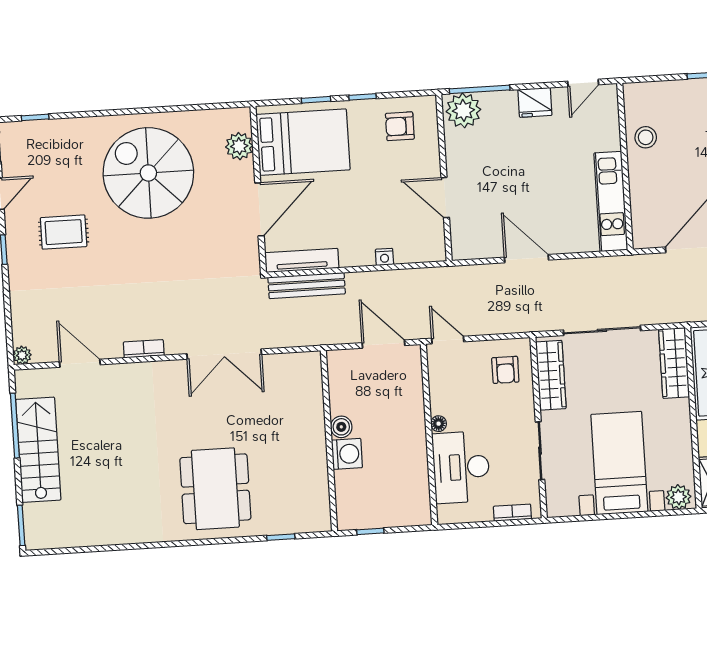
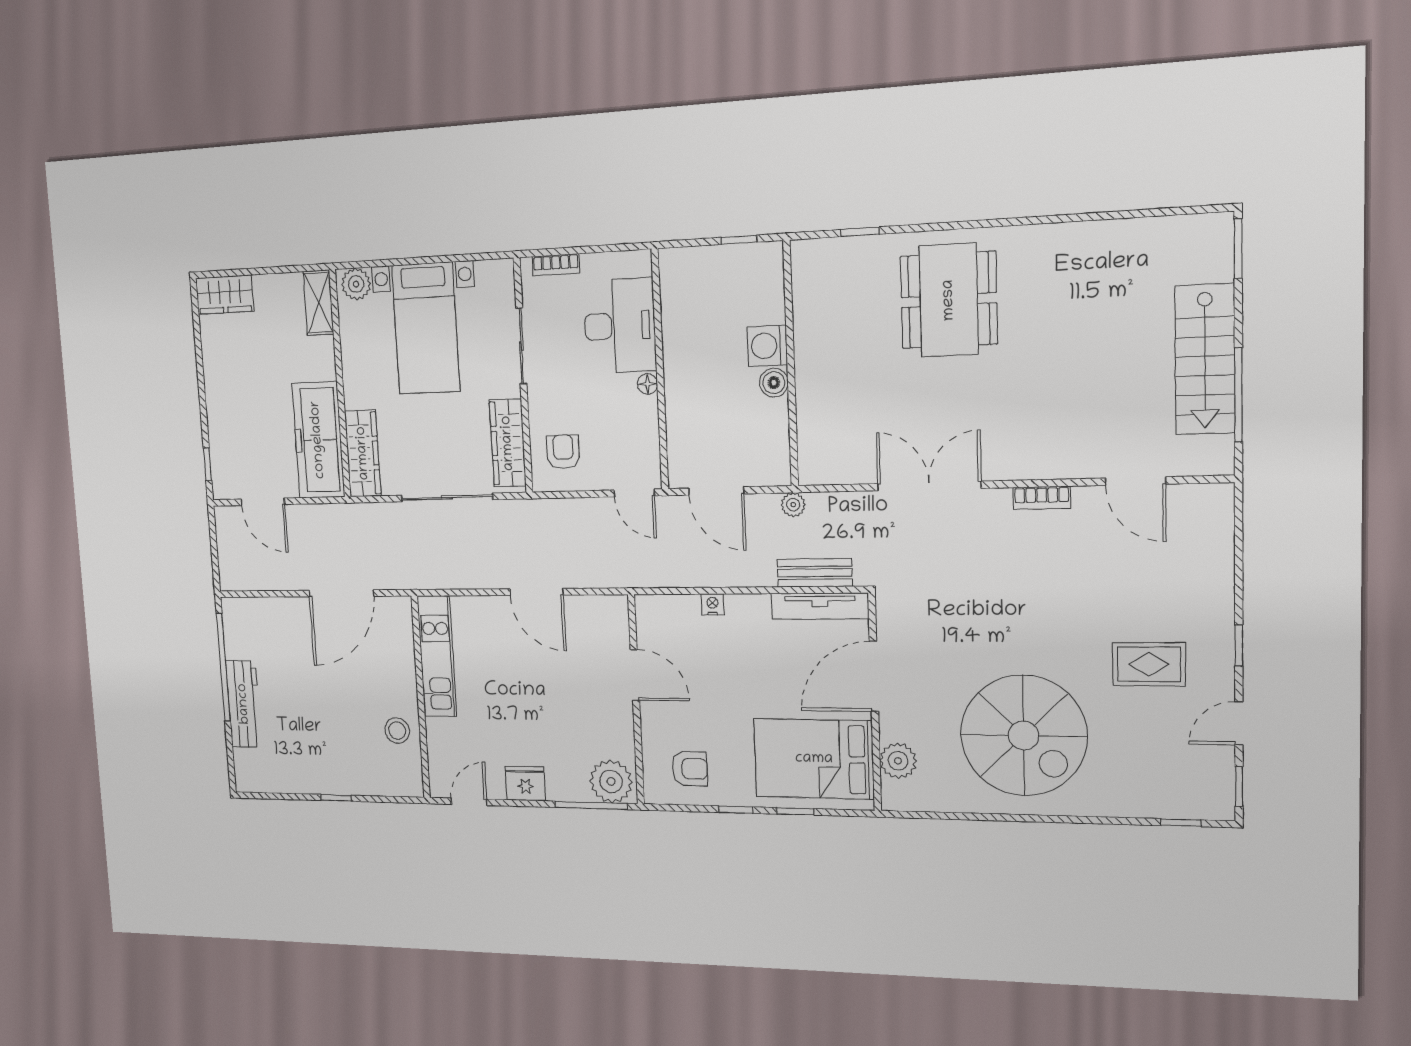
bench: (307, 286) -> (815, 573), width x0.73
plant: (22, 355) -> (793, 505), moved

